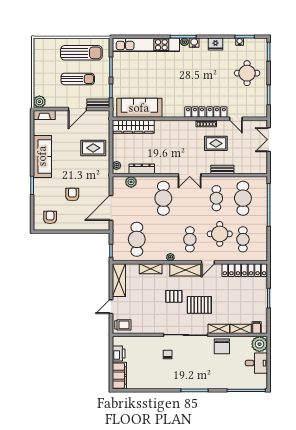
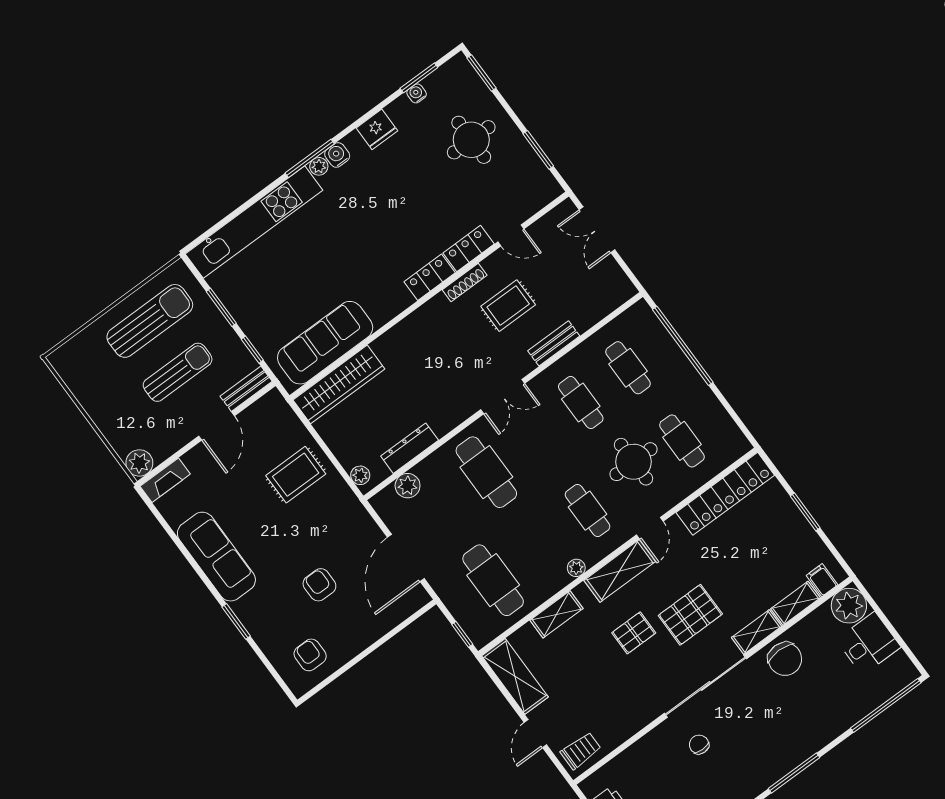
cafe table: (243, 198) -> (628, 368), width x0.73, depth x0.74

